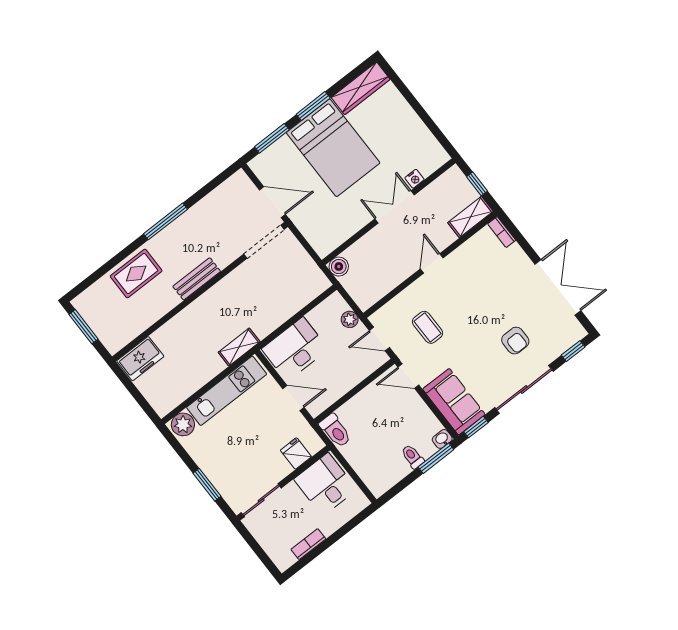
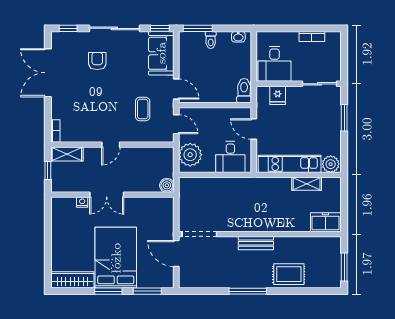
plant: (350, 319) -> (190, 155), width x1.88, depth x1.88
shelving: (239, 347) -> (307, 184), moved
desk: (295, 349) -> (230, 157), width x0.73
washbasin: (442, 439) -> (238, 37), moved

